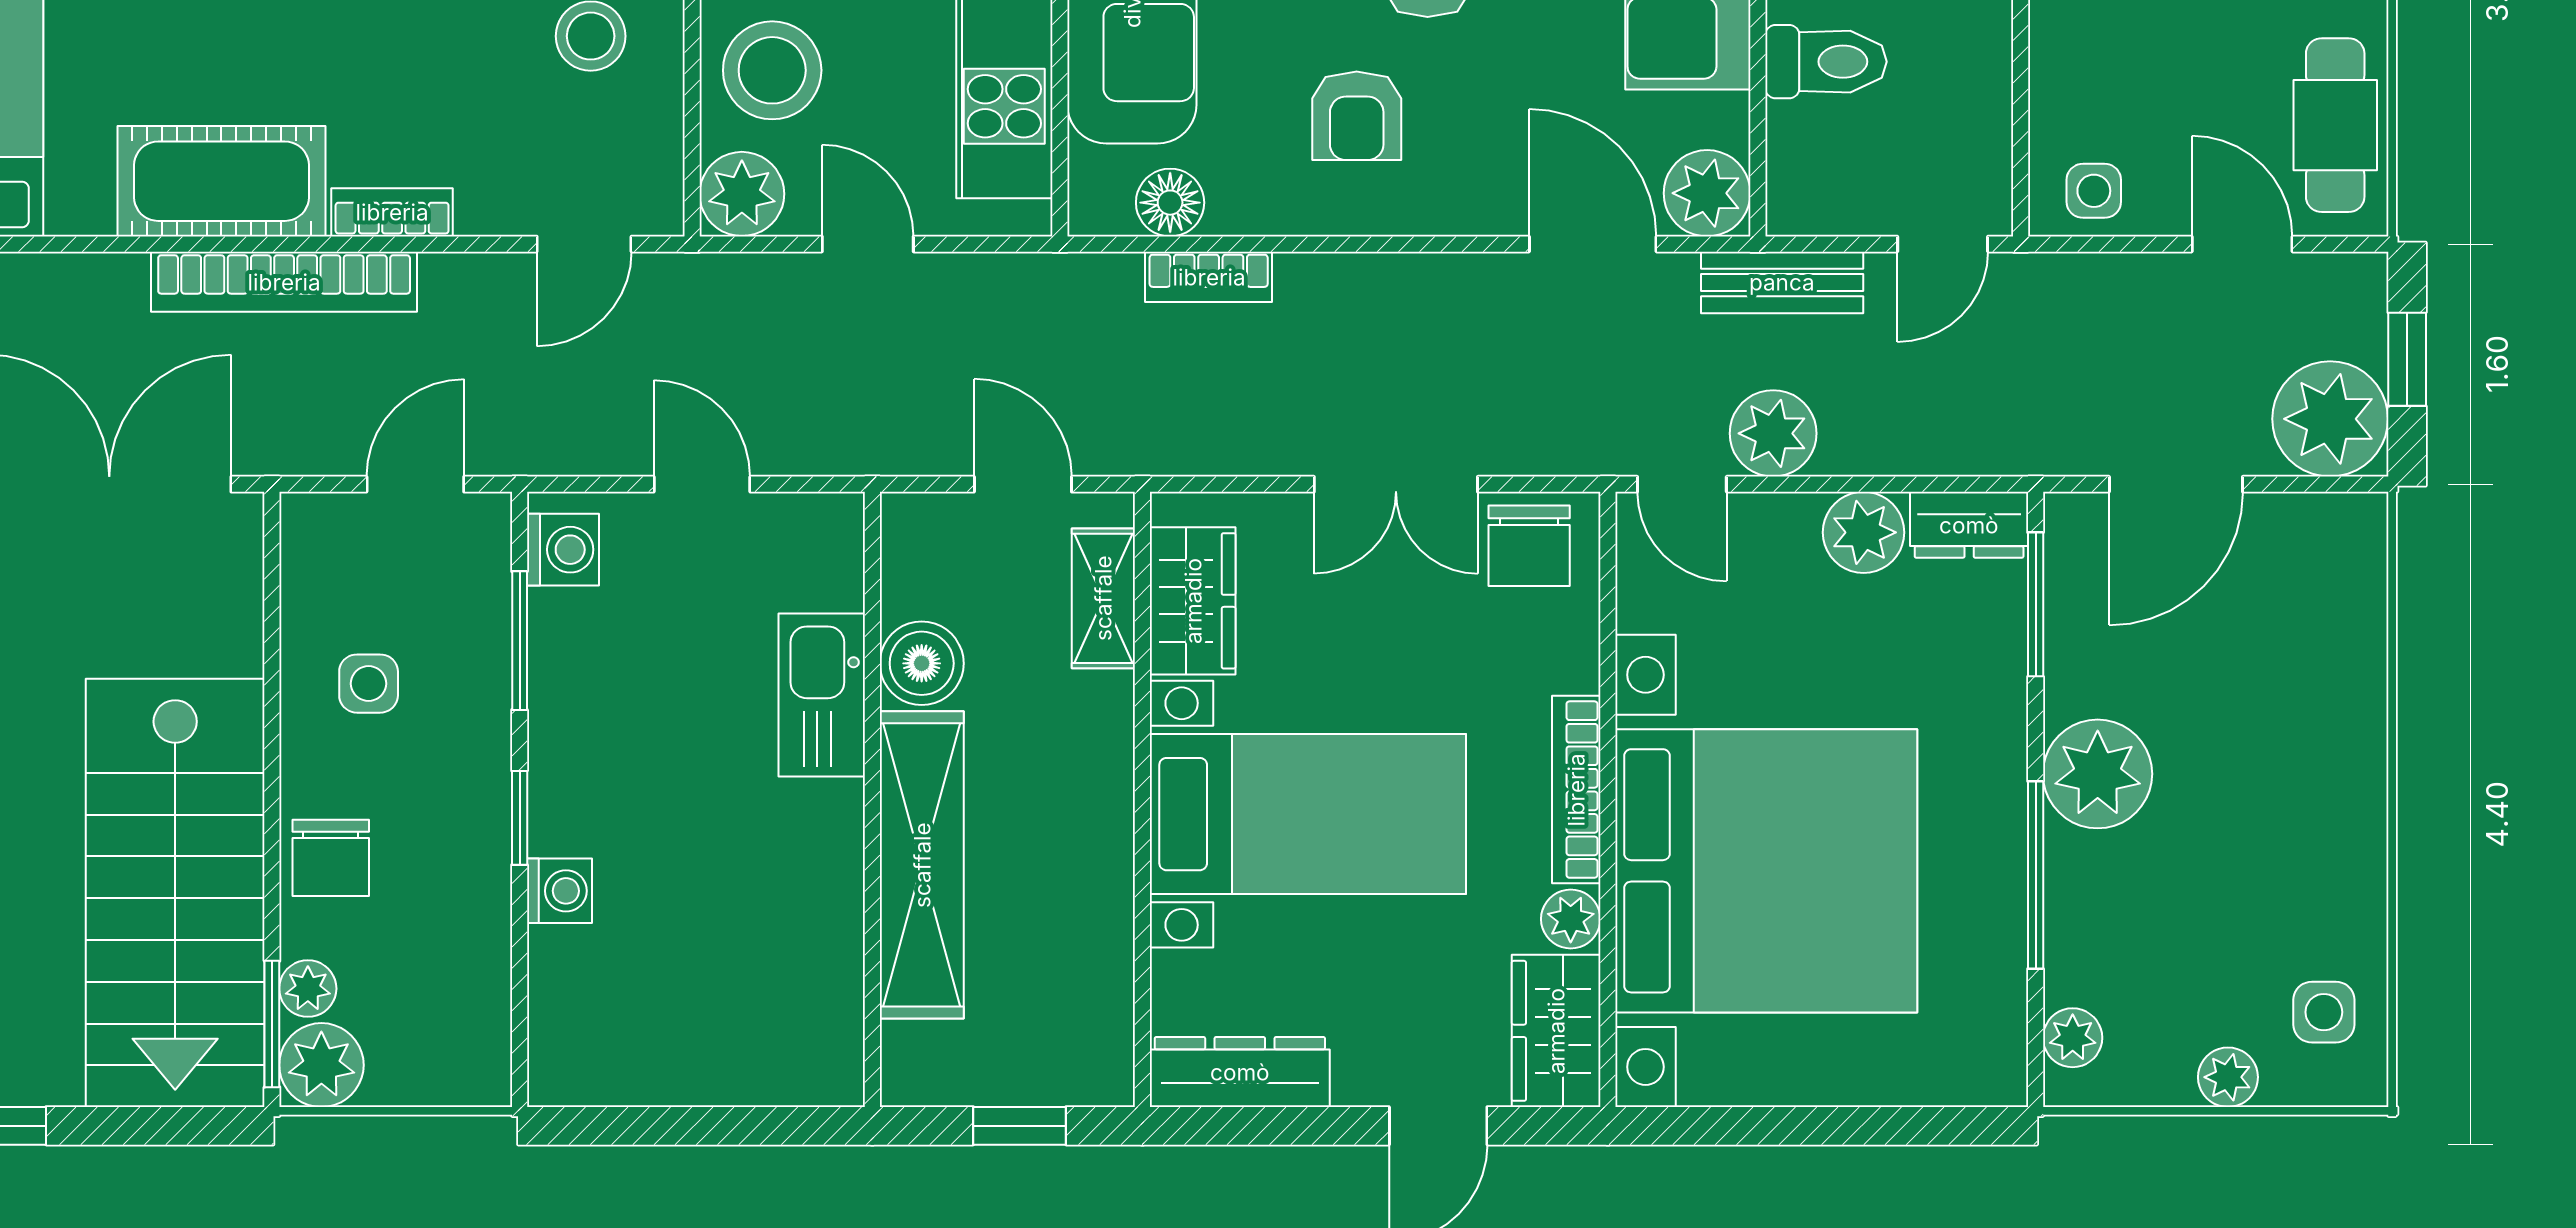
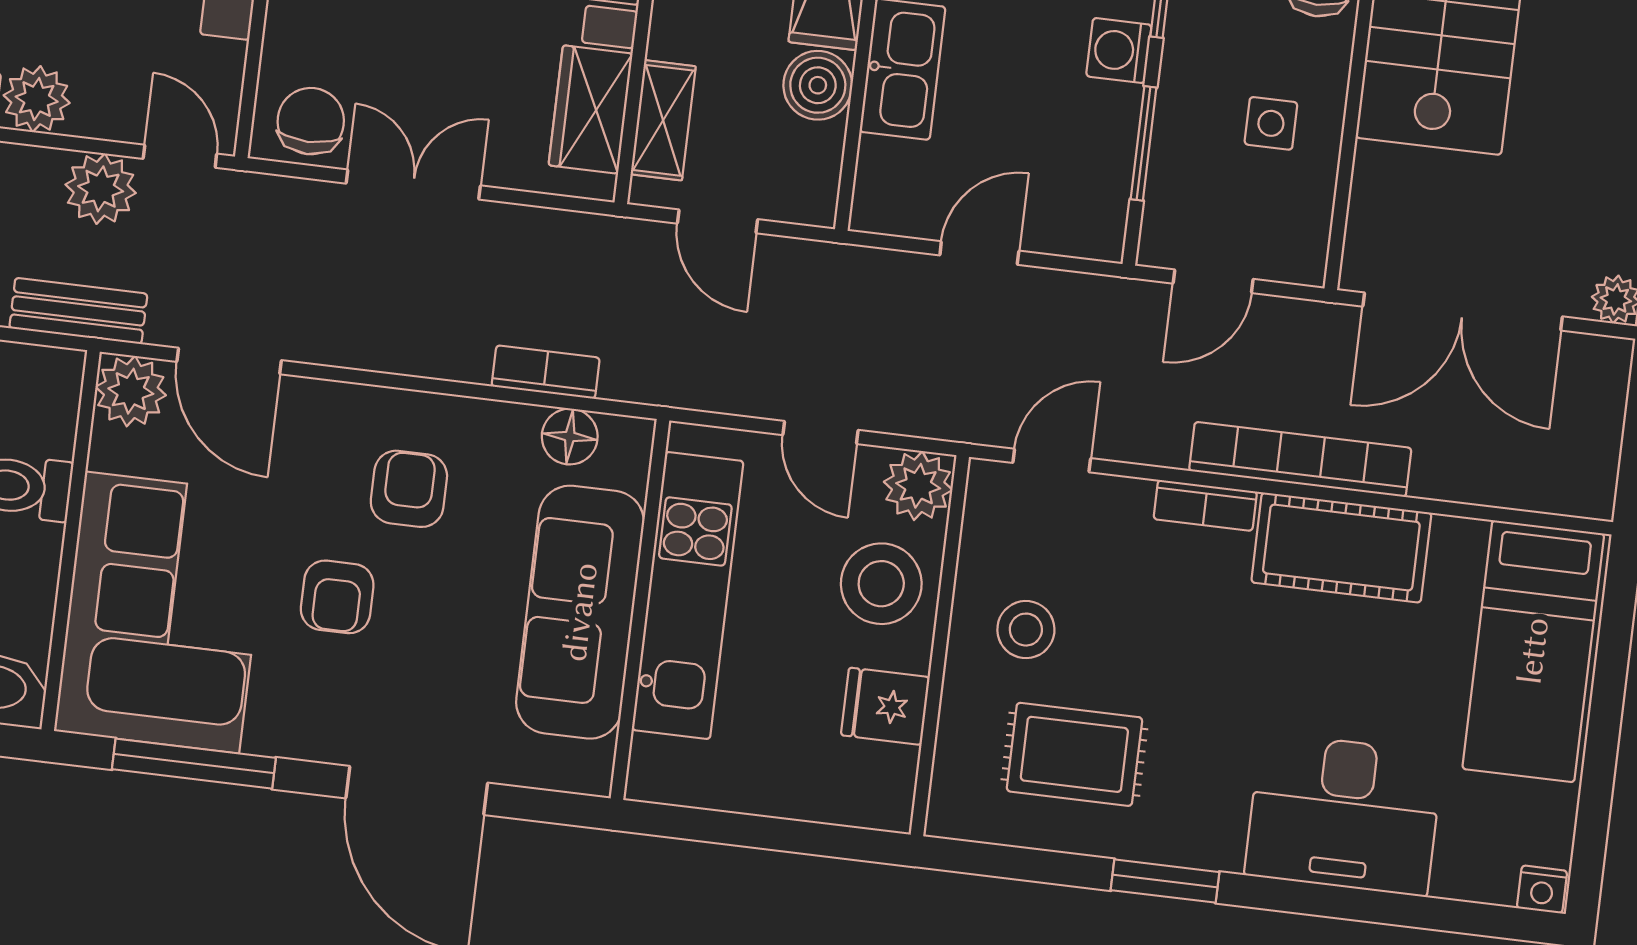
door: (702, 484) -> (979, 253), swing flipped
washing machine: (563, 550) -> (1119, 51), moved

